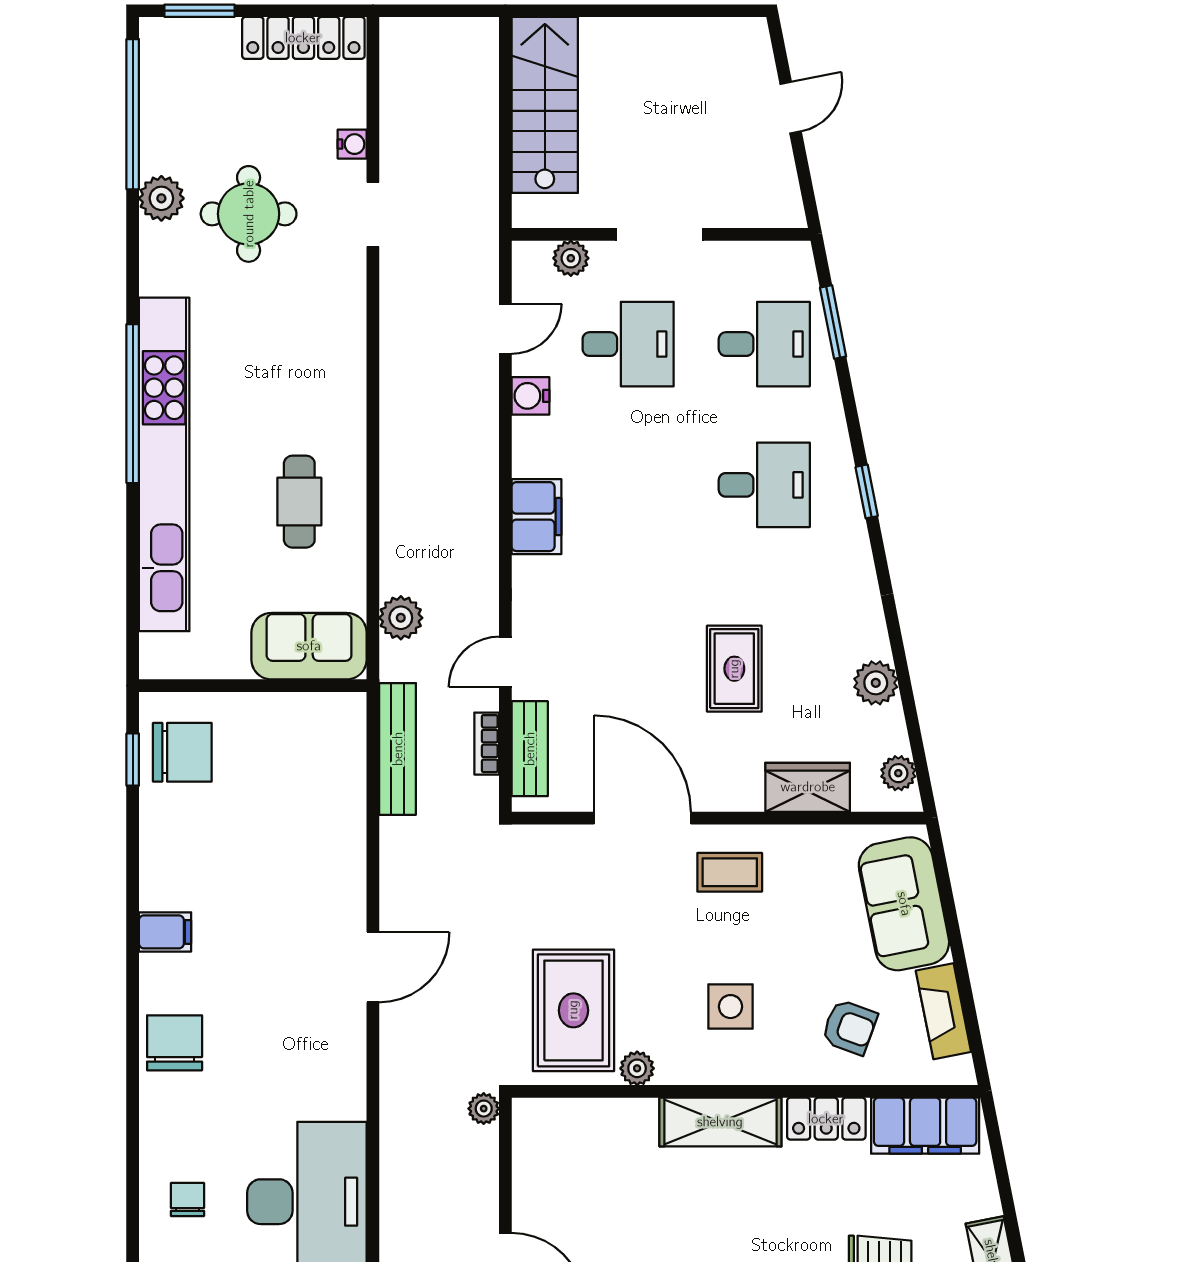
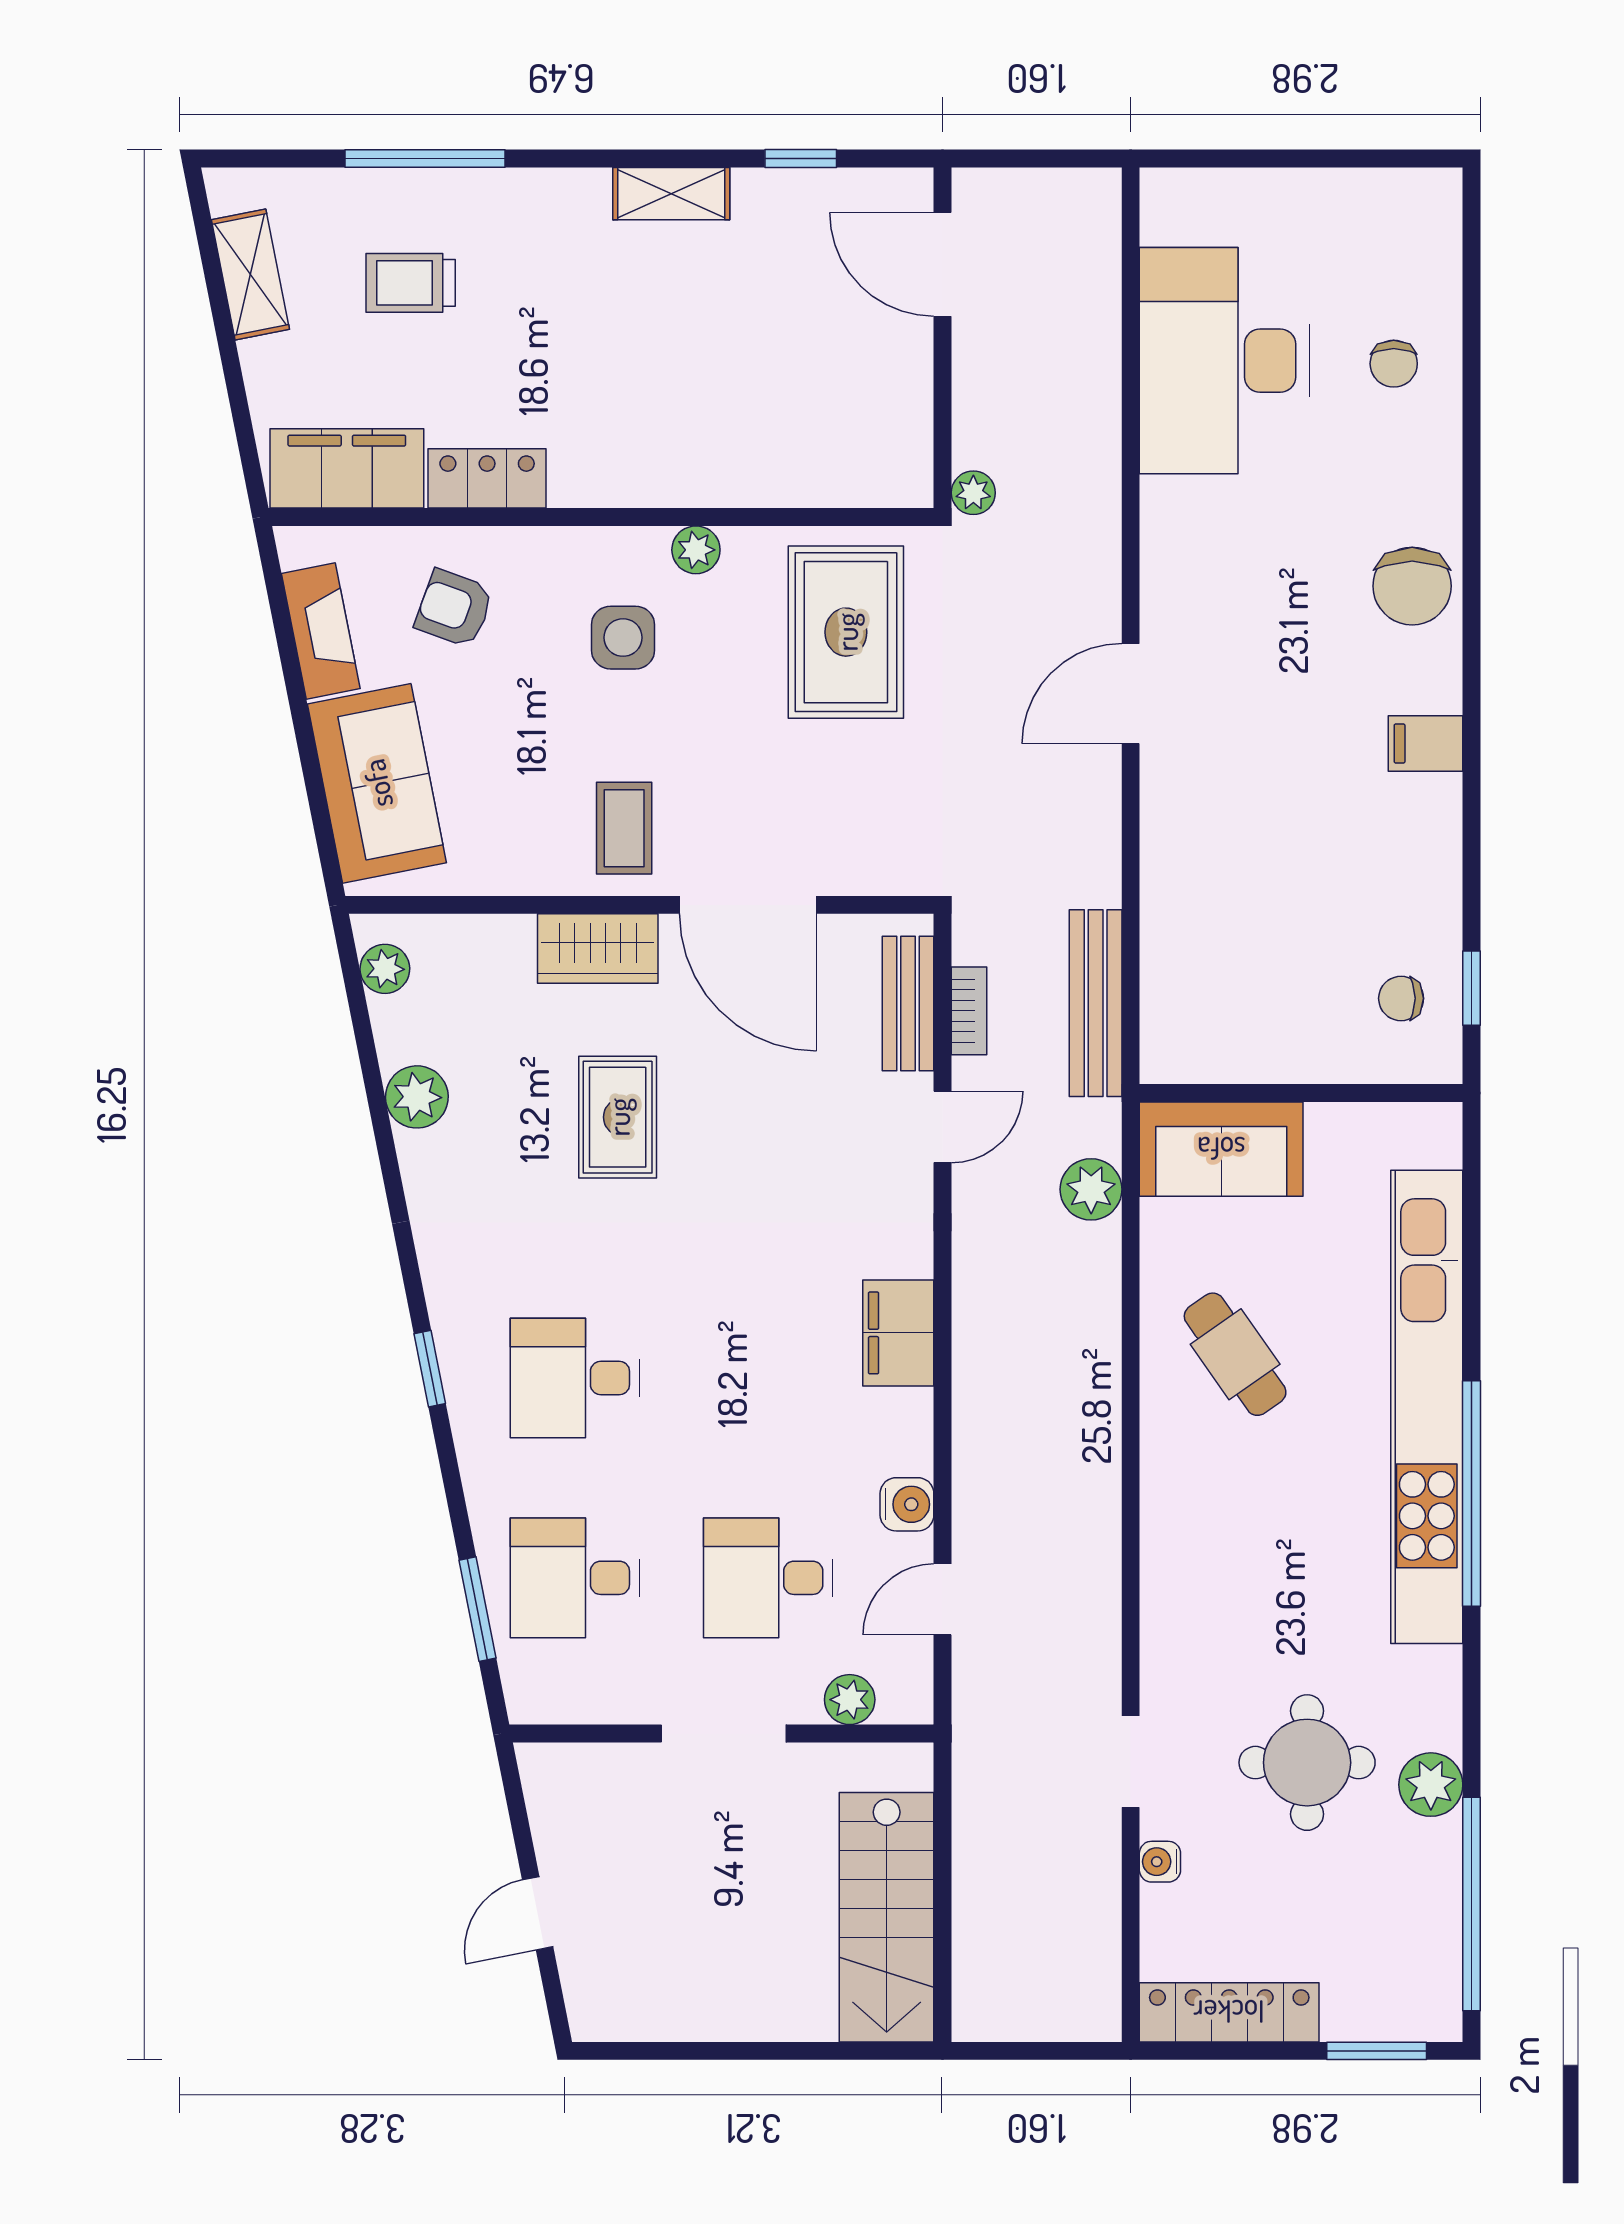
cafe table: (299, 502) -> (1235, 1354), turned -35
chair: (182, 752) -> (1401, 998), width x0.54, depth x0.54
wardrobe: (808, 787) -> (598, 949), moved
coffee table: (730, 872) -> (624, 828), turned 90
plant: (637, 1068) -> (696, 550), moved
shelving: (720, 1122) -> (637, 474), removed

